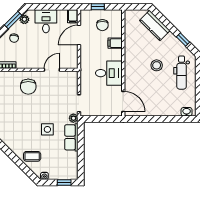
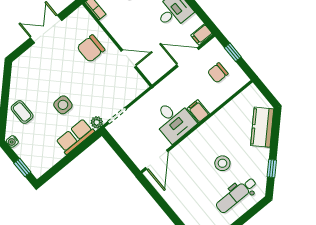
filing cabinet: (115, 43) -> (198, 111), moved

